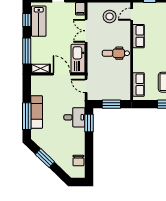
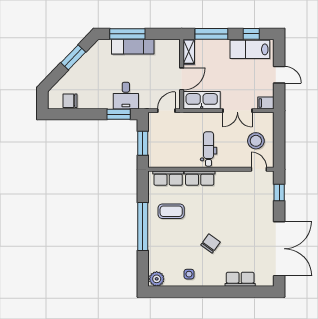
double door: (86, 31) -> (237, 111), swing flipped
row of seats: (139, 36) -> (200, 178), moved

